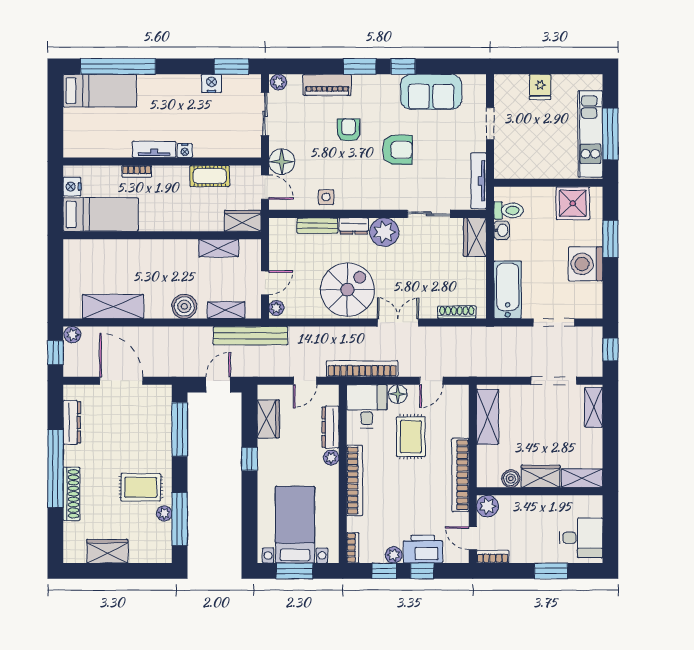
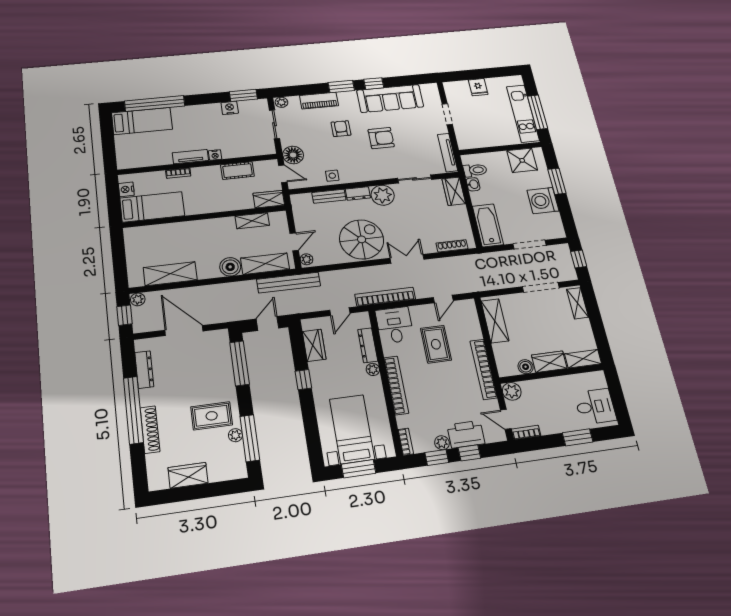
sofa: (431, 92) -> (390, 99), width x1.36
shelving: (226, 310) -> (265, 264), width x1.50, depth x1.33
floor lamp: (398, 394) -> (418, 312), removed

